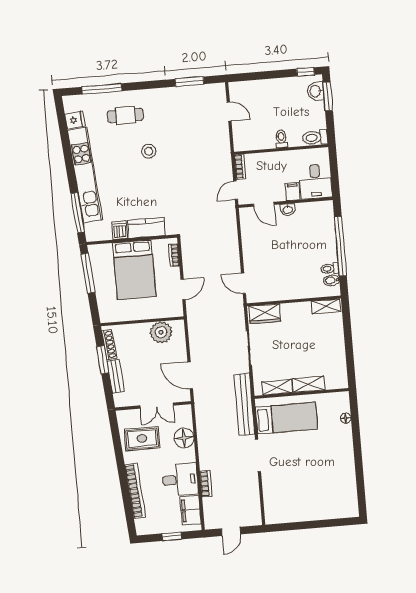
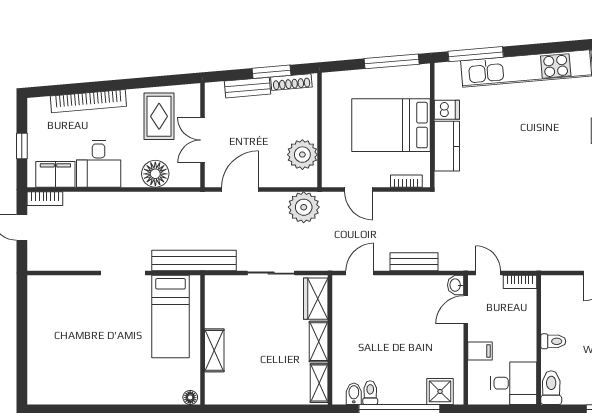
stool: (149, 151) -> (551, 159), removed
desk: (315, 182) -> (514, 383), moved, turned 180
washbasin: (288, 210) -> (456, 285), moved
shower: (325, 218) -> (440, 391), added
bench: (232, 245) -> (414, 262), added
plant: (199, 328) -> (304, 207), added
shelving: (277, 387) -> (319, 342), moved
floor lamp: (346, 418) -> (190, 397), moved
bookcase: (206, 484) -> (45, 199), moved

